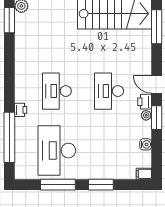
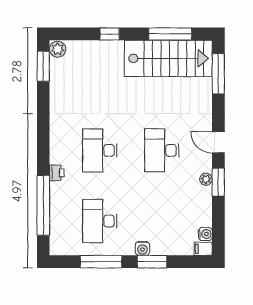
printer: (145, 102) -> (204, 163), removed
water cooler: (146, 144) -> (205, 234), moved
desk: (57, 151) -> (100, 221), width x0.73, depth x0.77
water cooler: (93, 173) -> (142, 248), added

